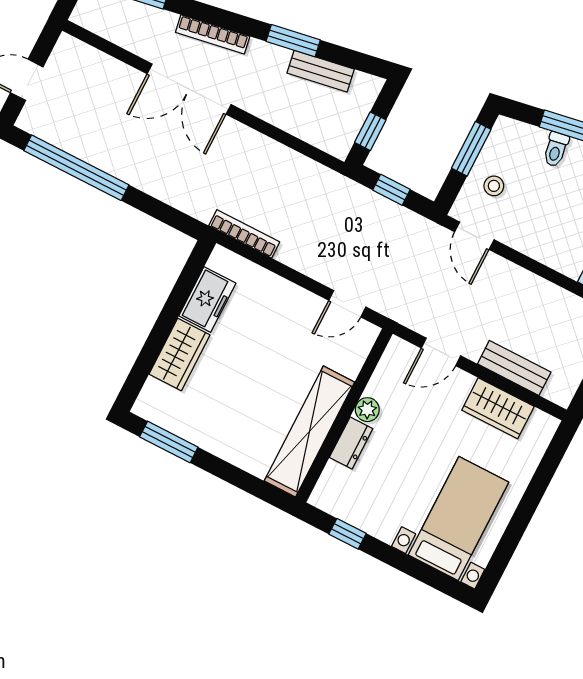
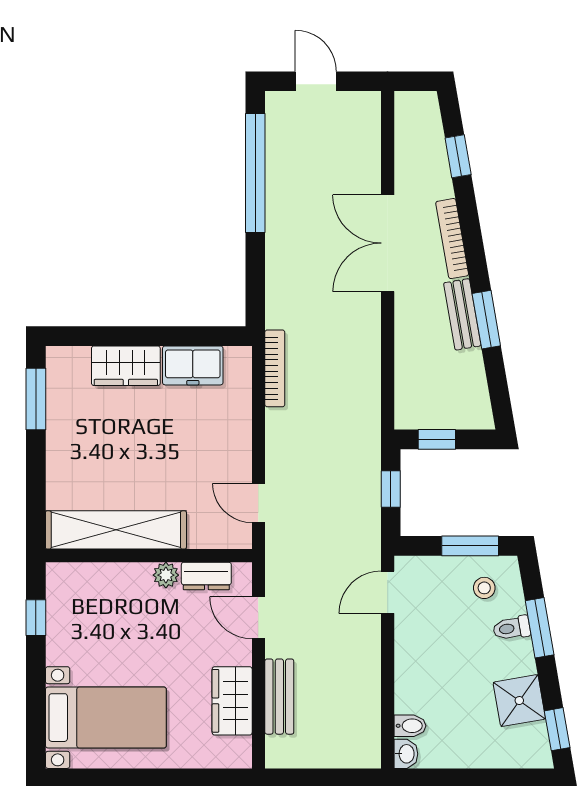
bench: (321, 71) -> (462, 314), moved
stool: (494, 186) -> (484, 588), moved
dresser: (351, 443) -> (206, 576), moved

